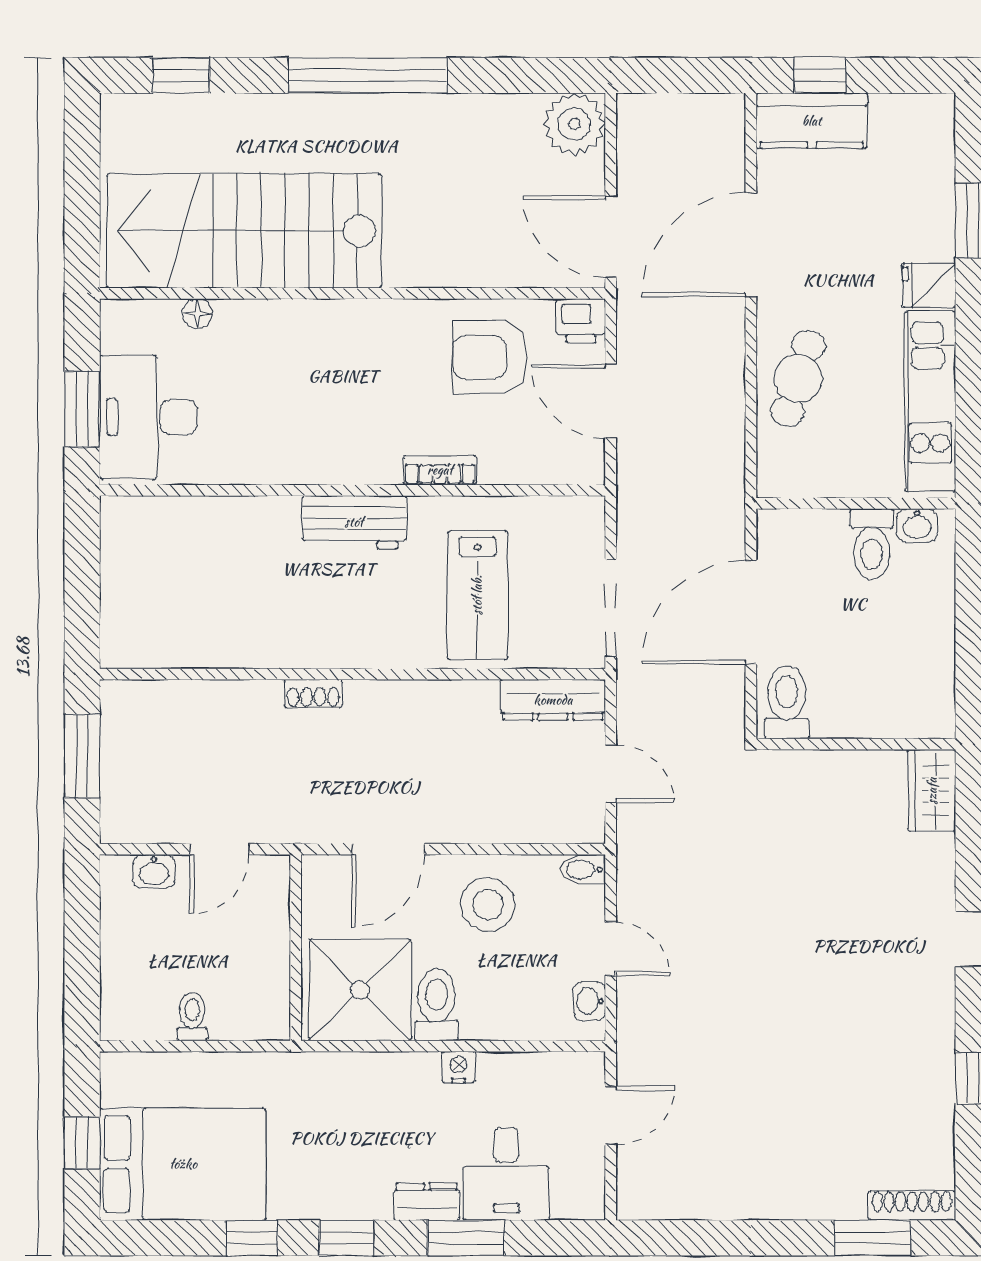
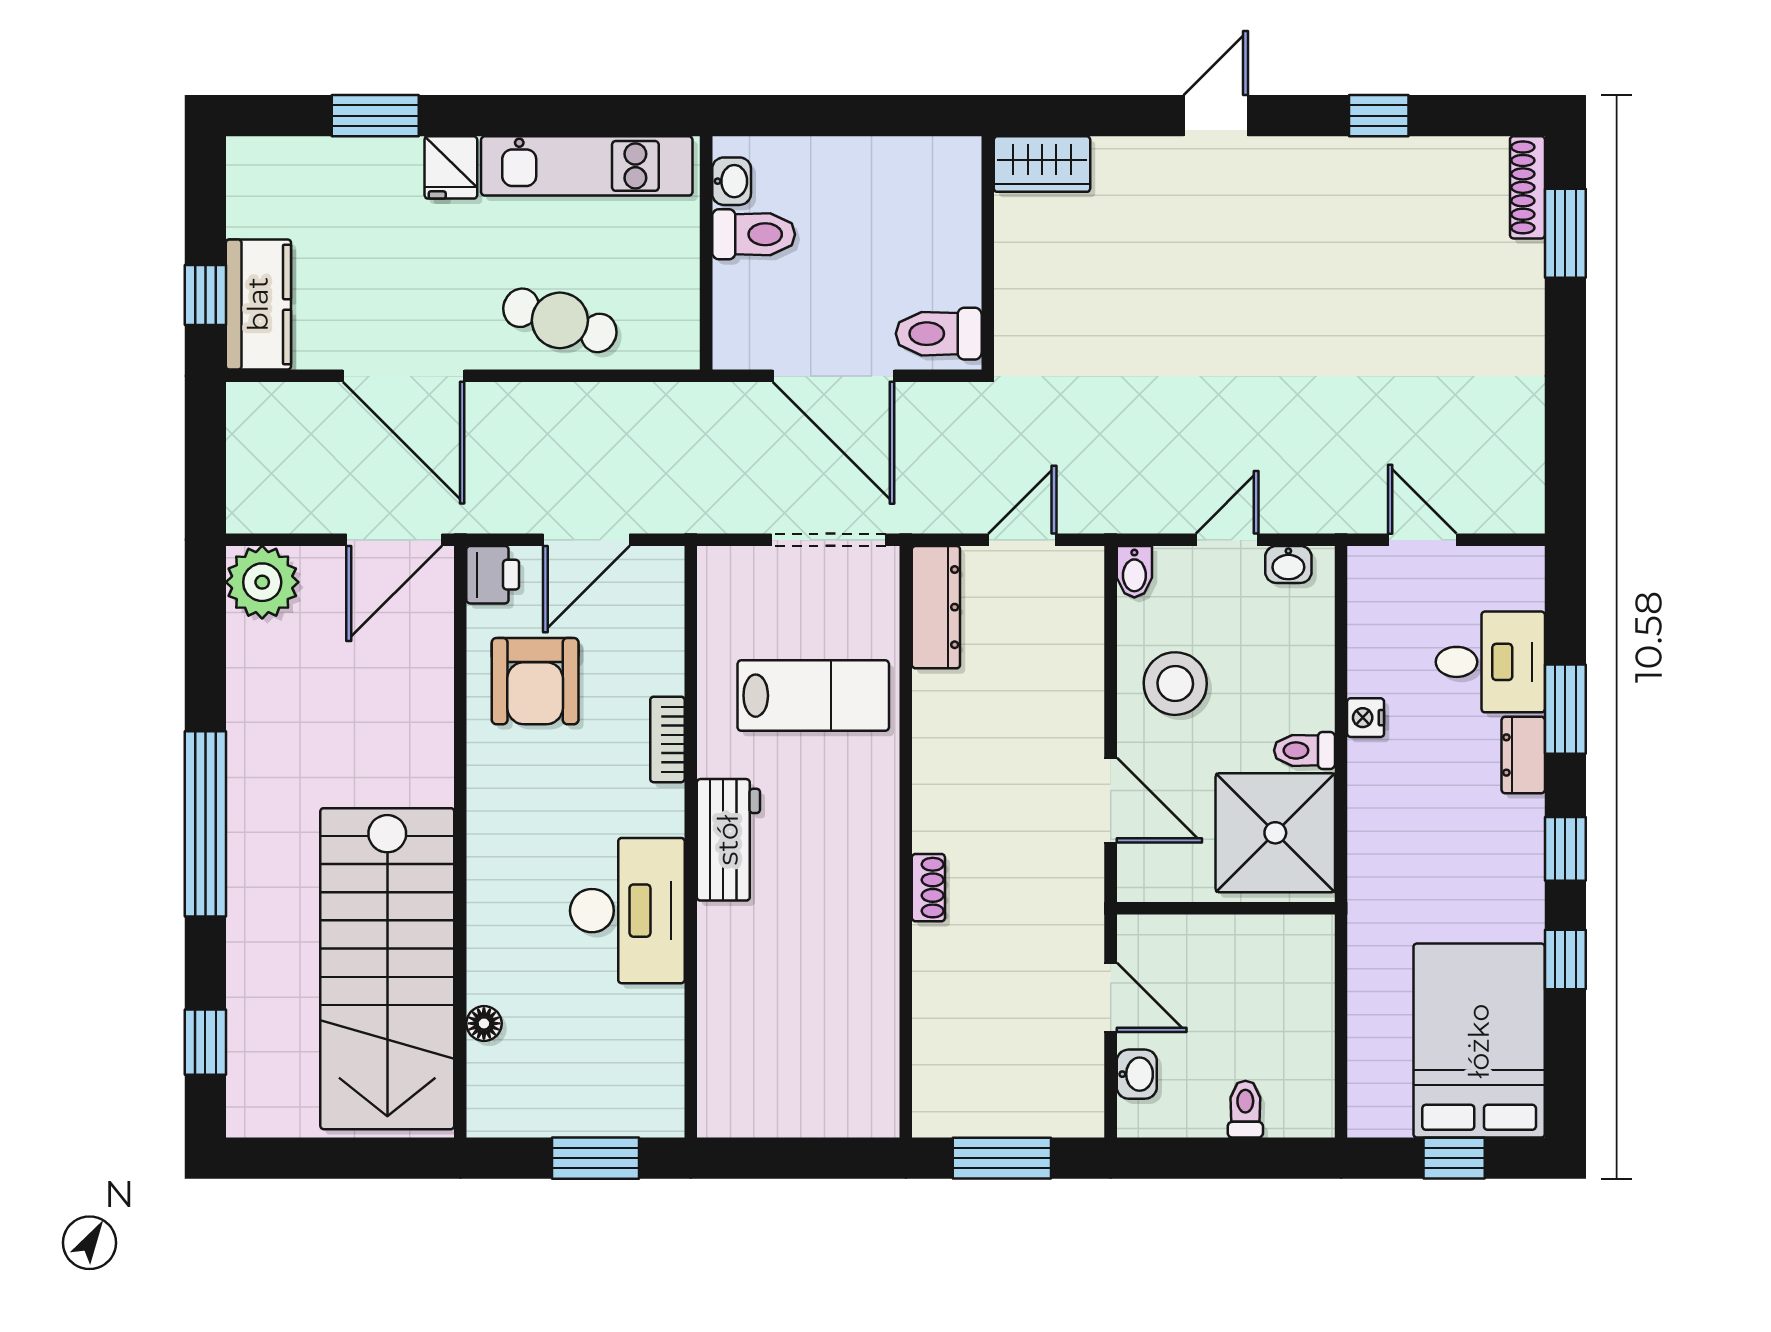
desk: (148, 417) -> (627, 911), moved, turned -90
toilet: (436, 1005) -> (1304, 750), width x0.73, depth x0.72
toilet: (192, 1016) -> (1245, 1109), moved, turned 90

